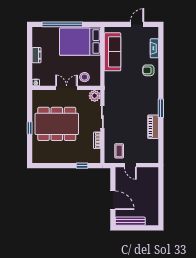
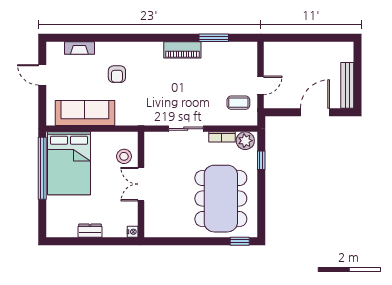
window: (62, 24) -> (42, 168), moved
armchair: (148, 70) -> (117, 74), moved
plant: (95, 96) -> (245, 141), moved
window: (161, 108) -> (214, 38), moved
dining table: (57, 124) -> (221, 199), moved
piano: (153, 127) -> (182, 50), moved
window: (30, 128) -> (240, 241), moved

